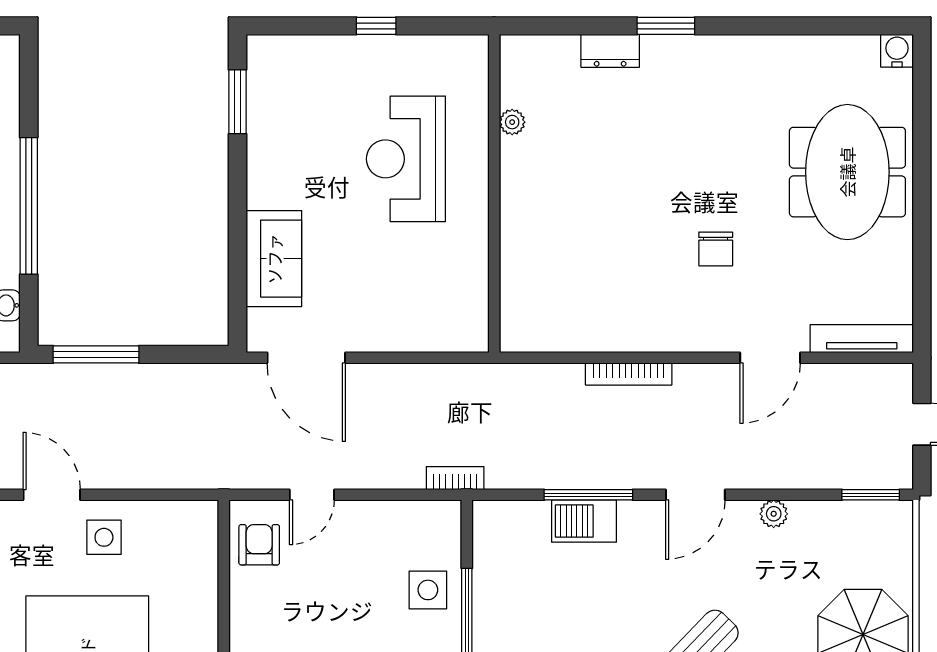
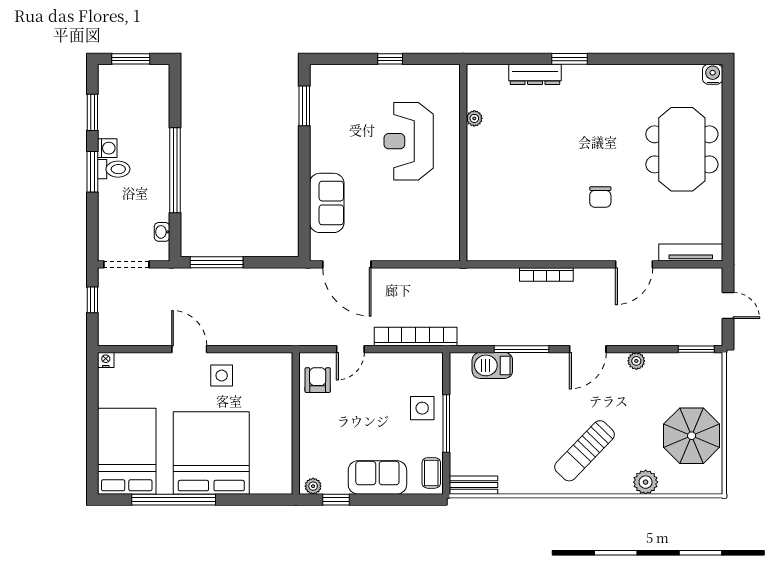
dresser: (610, 51) -> (535, 74), width x1.44
bookcase: (455, 478) -> (416, 337), width x2.31, depth x1.31
barbecue: (584, 521) -> (492, 365), moved

